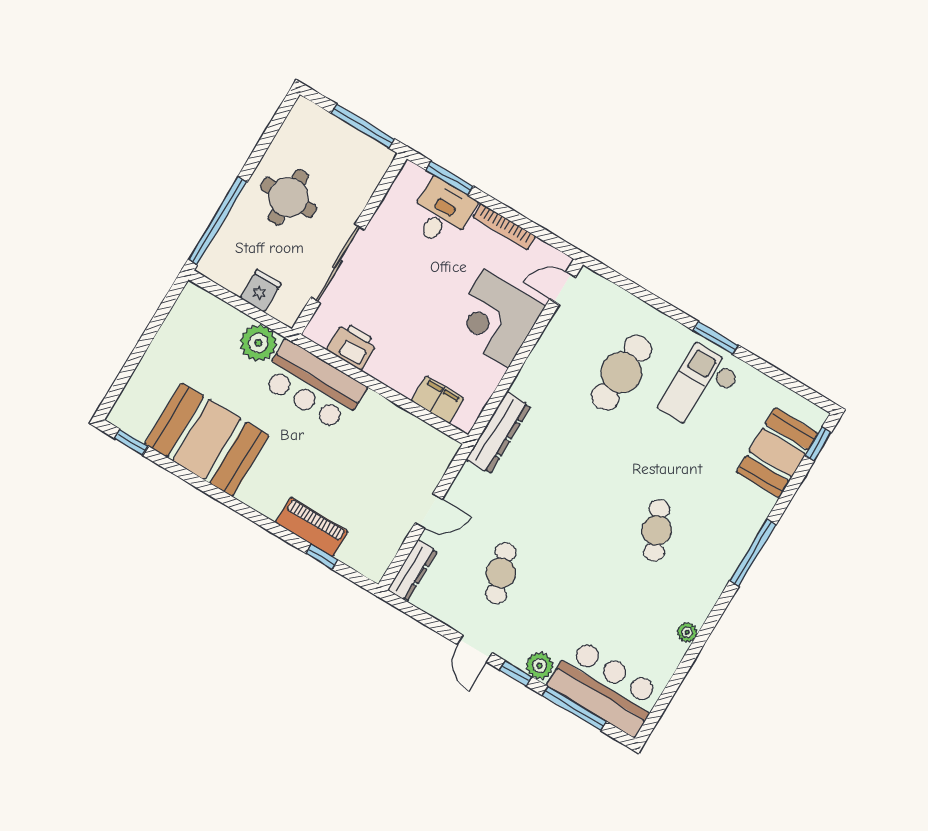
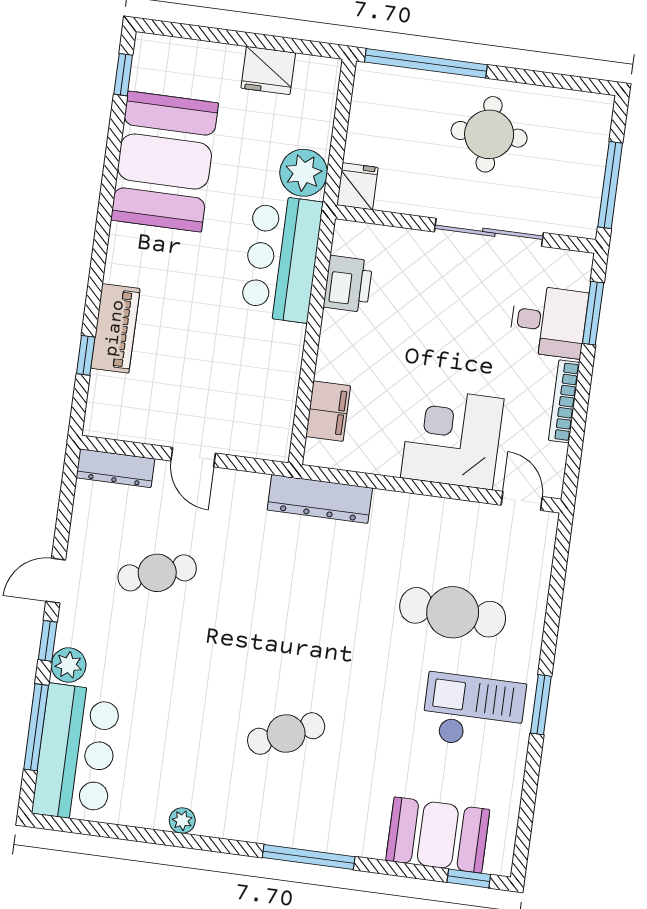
sliding door: (338, 264) -> (489, 232), moved
fridge: (261, 291) -> (357, 186), moved, turned -90
fridge: (174, 337) -> (268, 70), added

